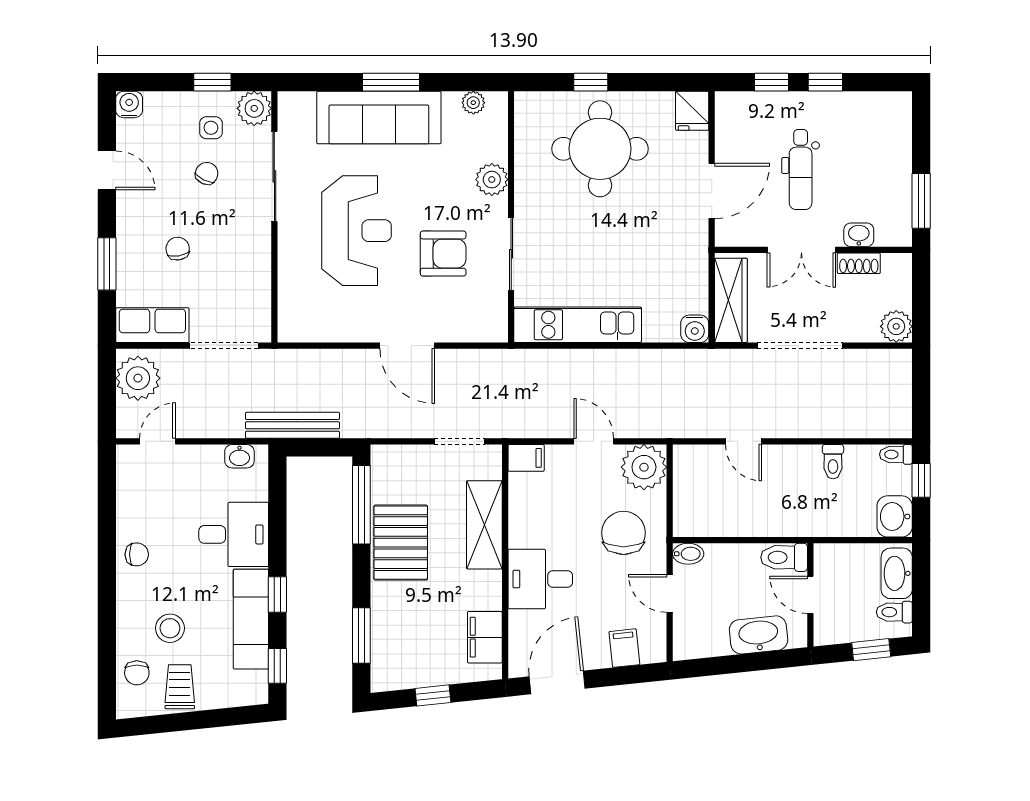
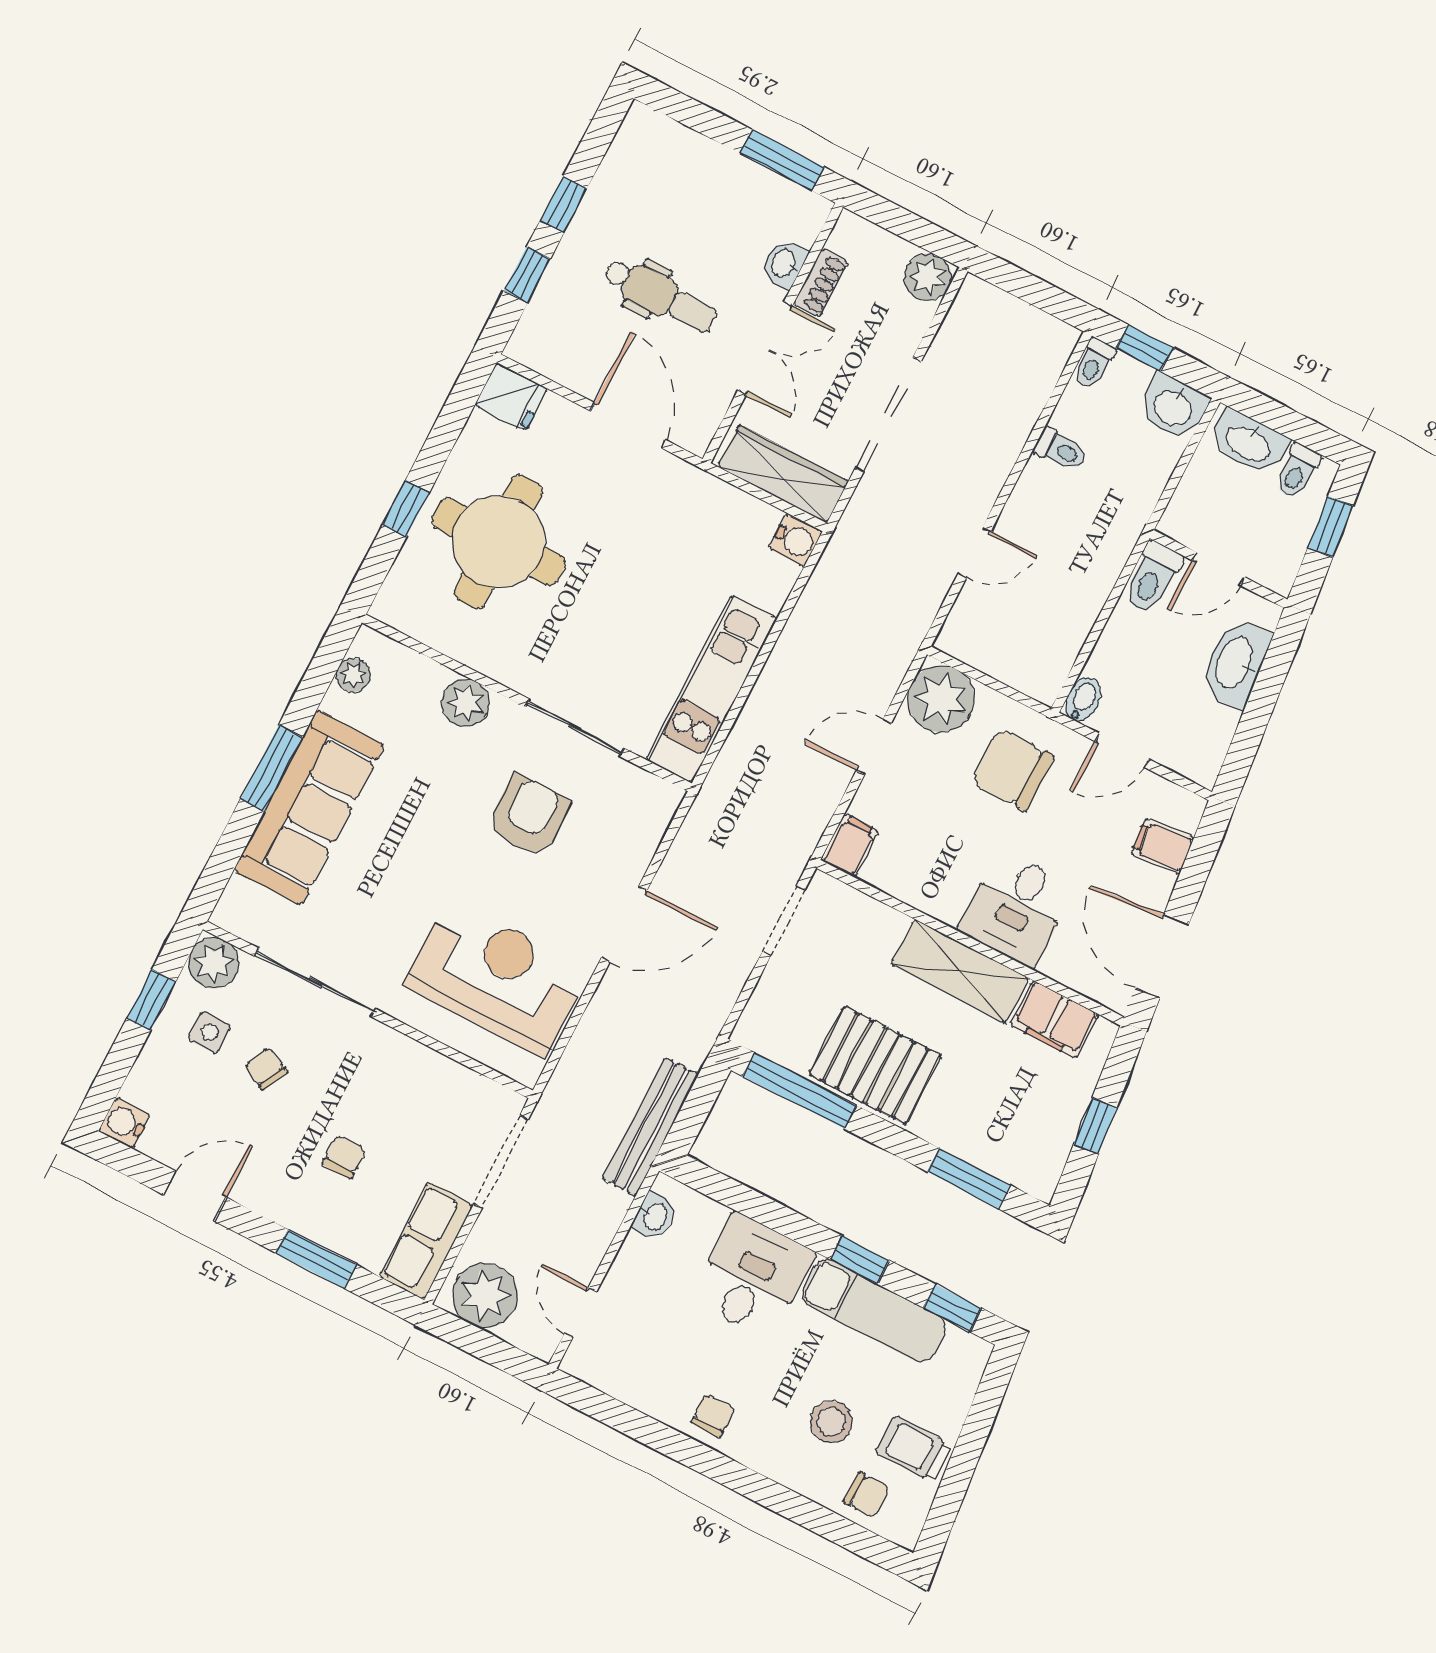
reception desk: (357, 231) -> (497, 977), moved
chair: (178, 249) -> (344, 1157), turned 100
shelving: (484, 525) -> (960, 971), moved

